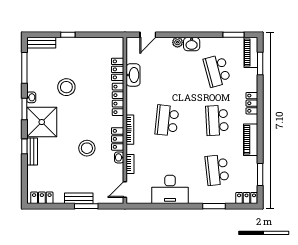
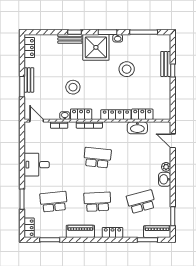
bench: (41, 43) -> (166, 64), moved
desk: (170, 189) -> (37, 165), width x0.73

